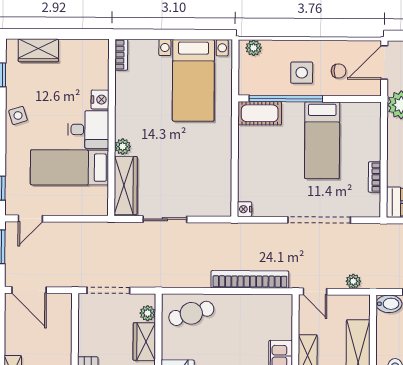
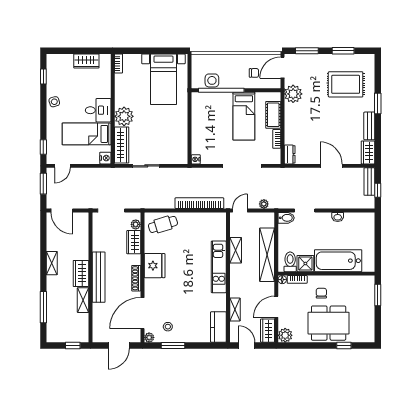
plant: (254, 48) -> (201, 59), removed
wardrobe: (38, 50) -> (86, 61), moved
side table: (302, 73) -> (212, 80), moved
nightstand: (100, 100) -> (105, 158), moved
cot: (260, 113) -> (273, 115), moved, turned 90
plant: (123, 147) -> (124, 116), width x1.87, depth x1.87
door: (315, 292) -> (240, 210), swing flipped

